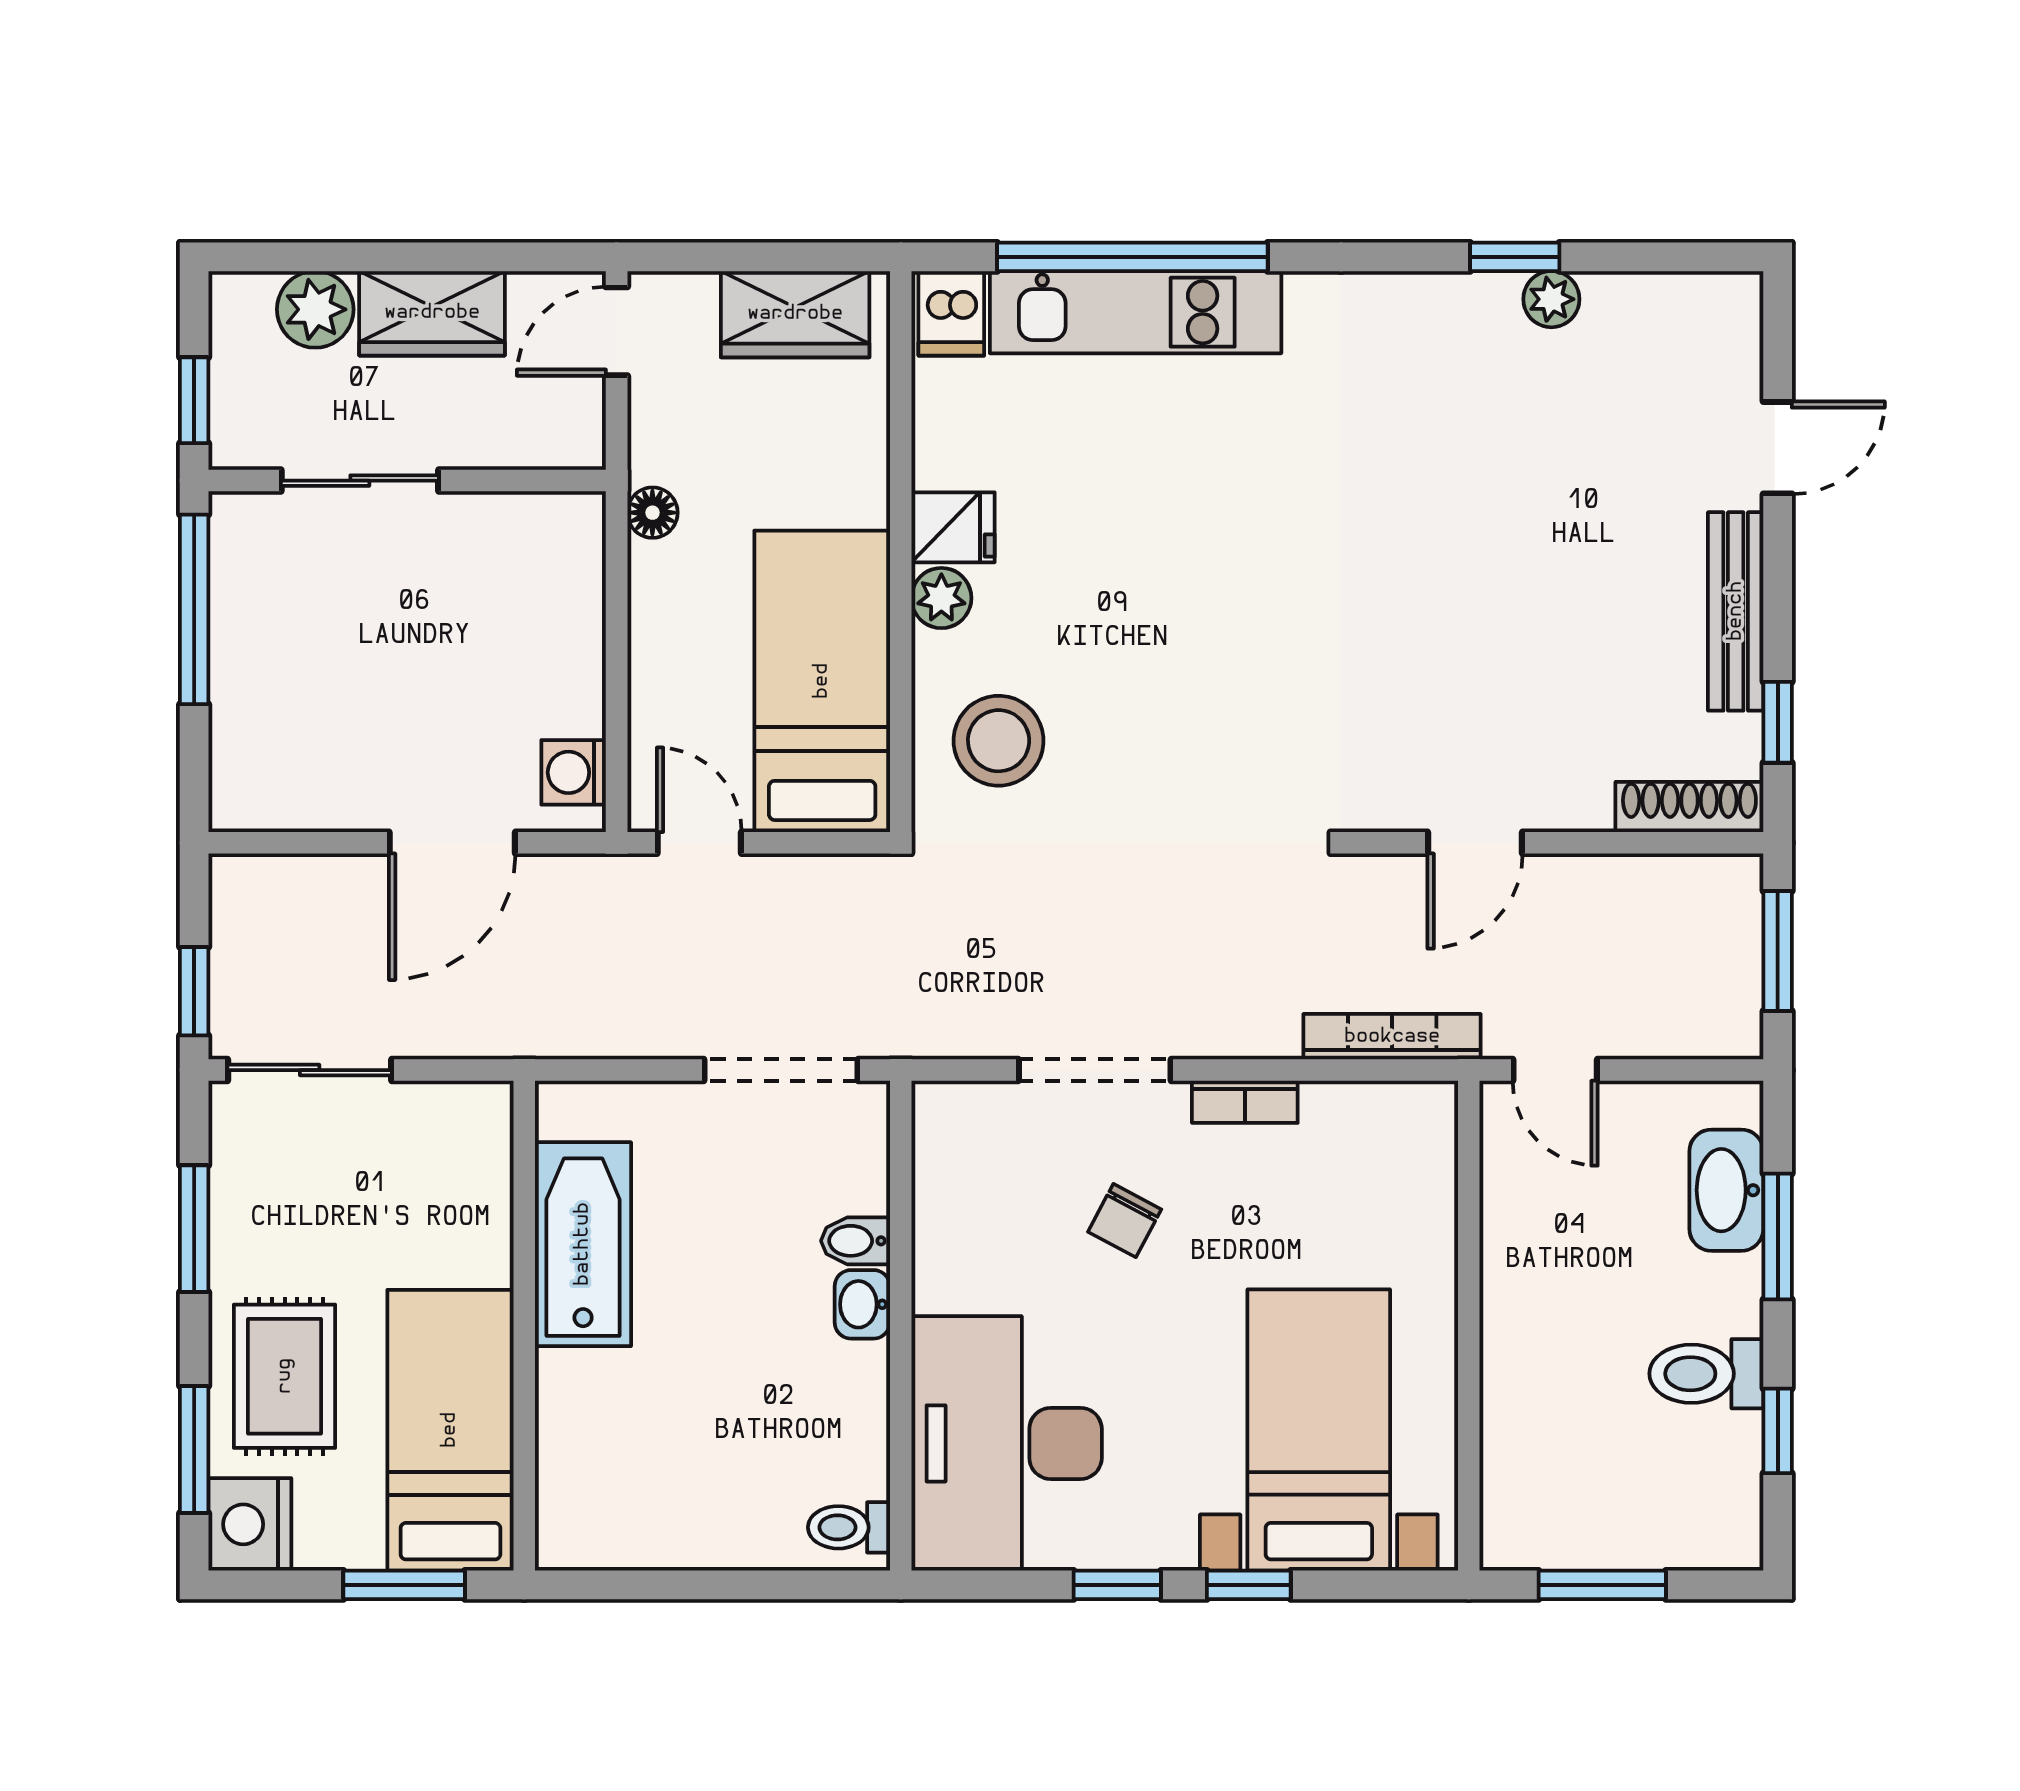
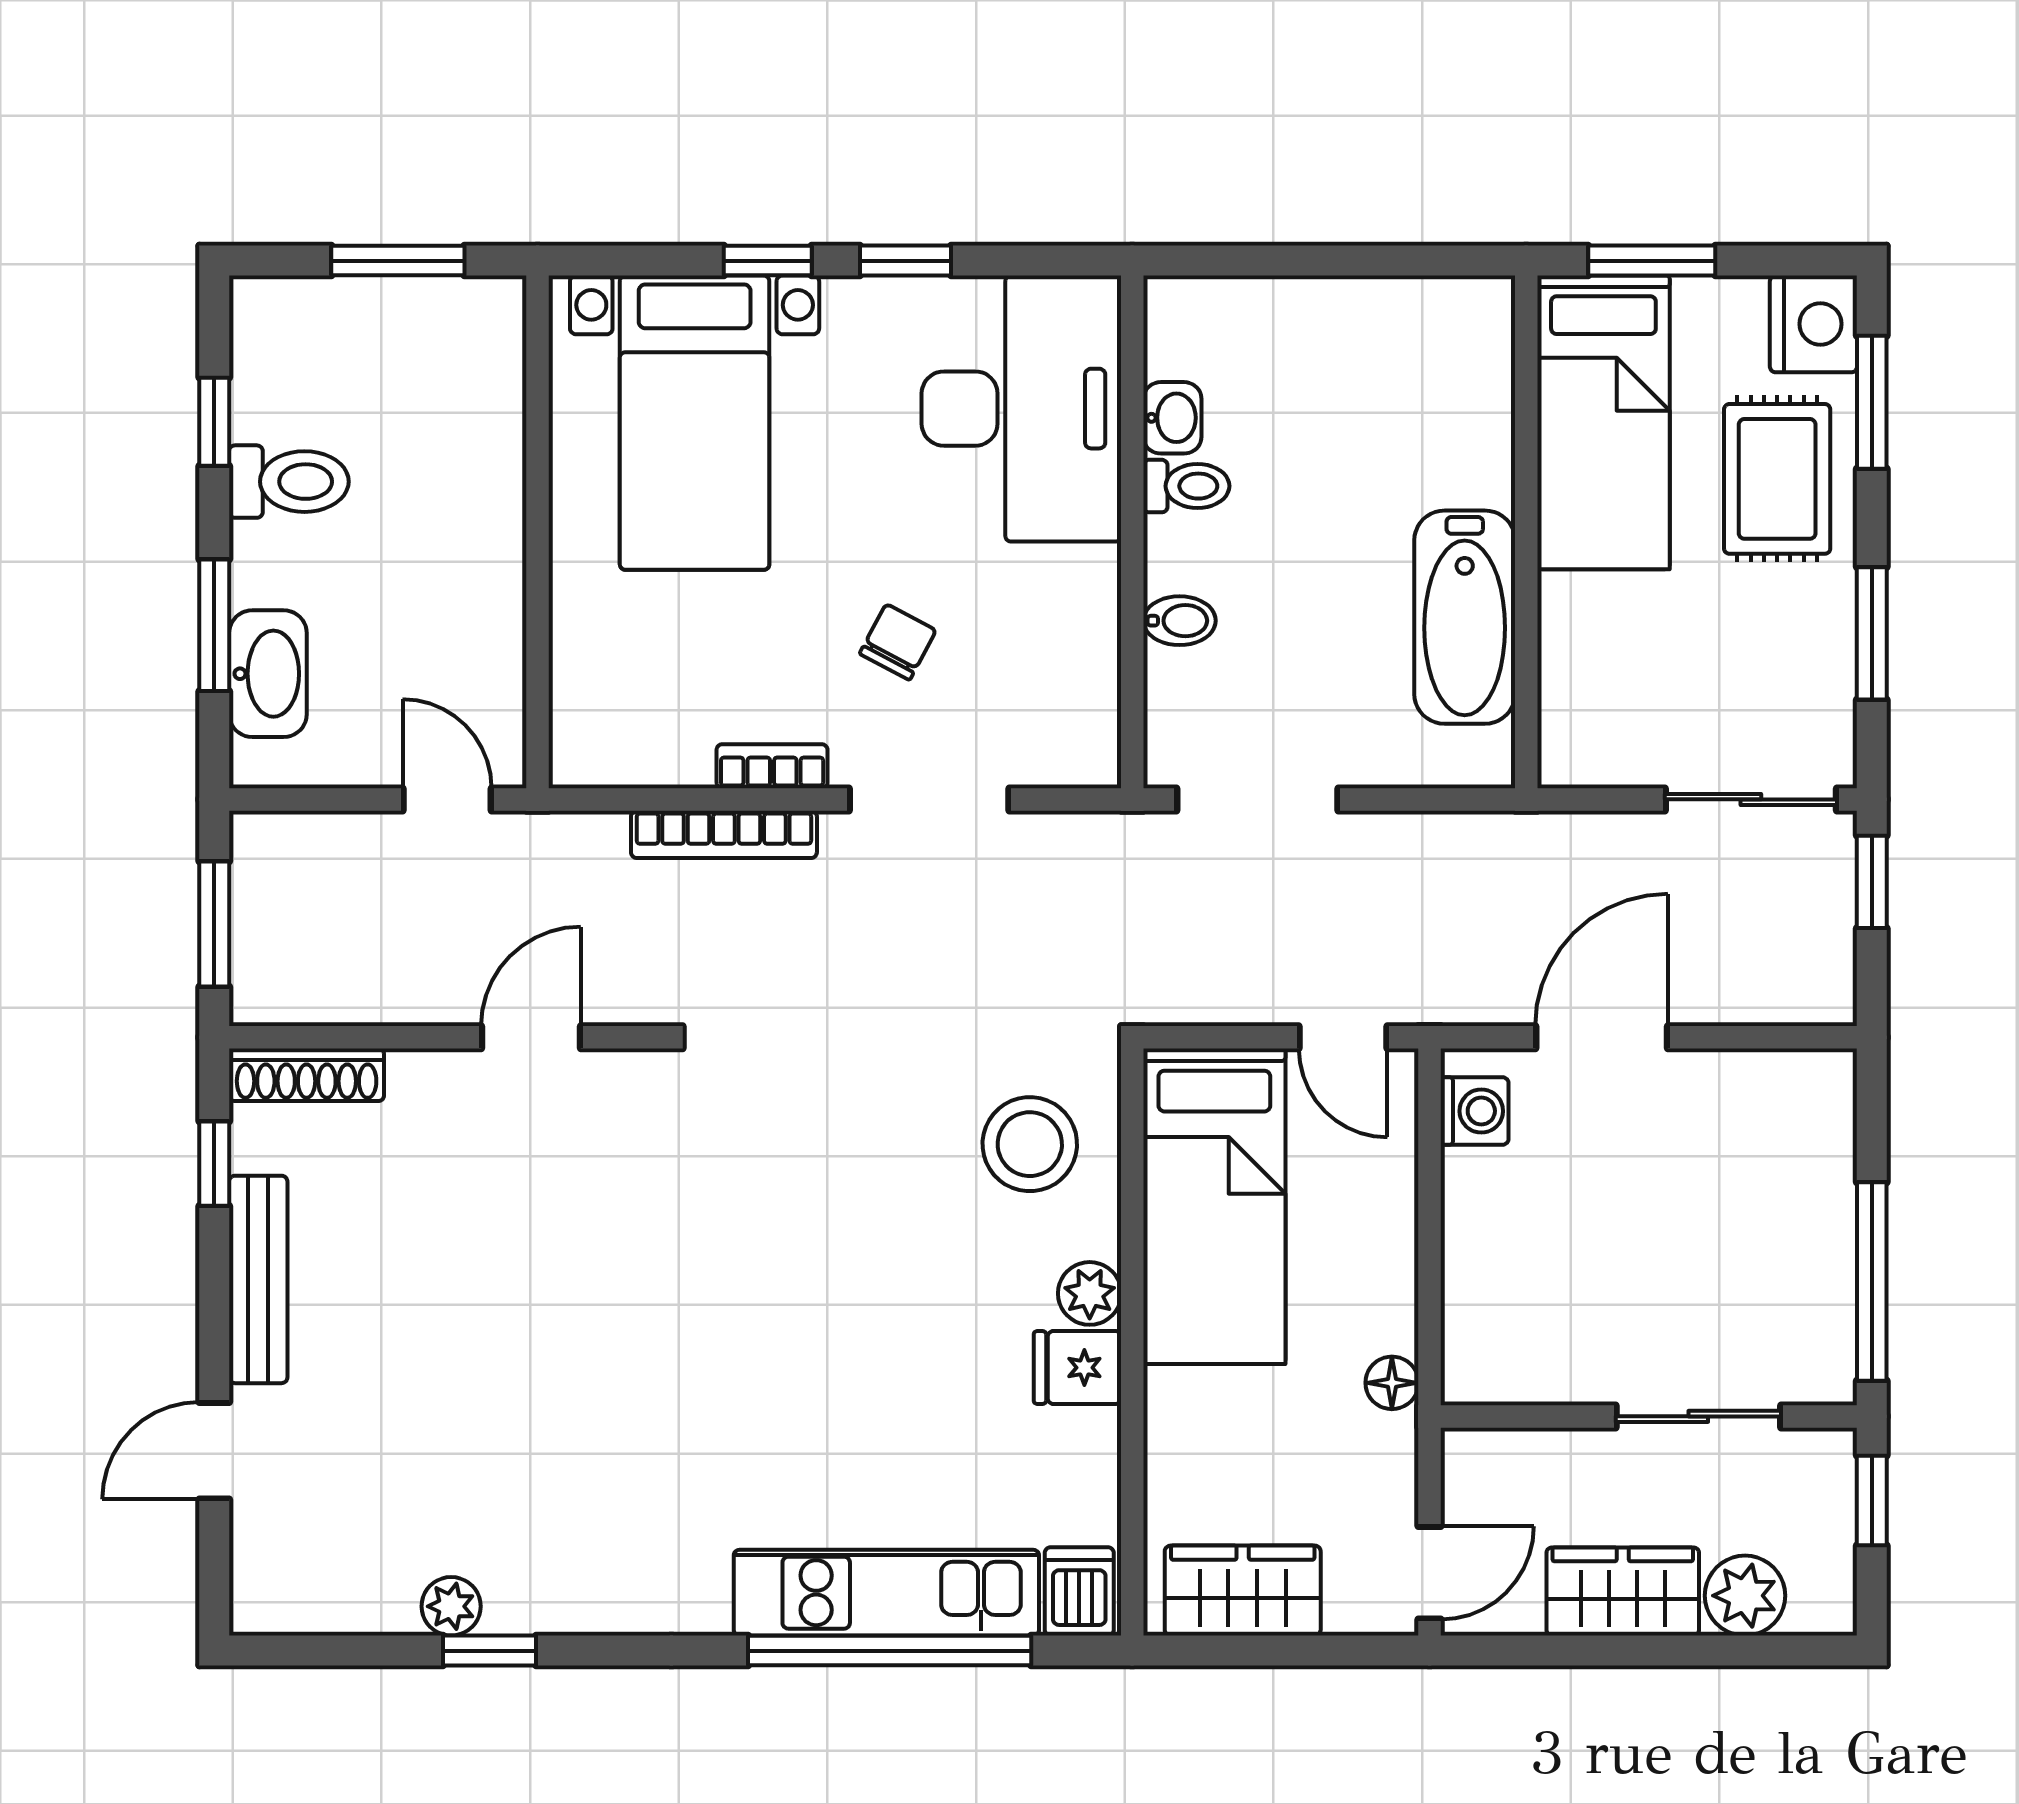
bookcase: (1392, 1037) -> (724, 834), moved
washbasin: (862, 1304) -> (1172, 418), moved
toilet: (849, 1527) -> (1186, 486), moved

